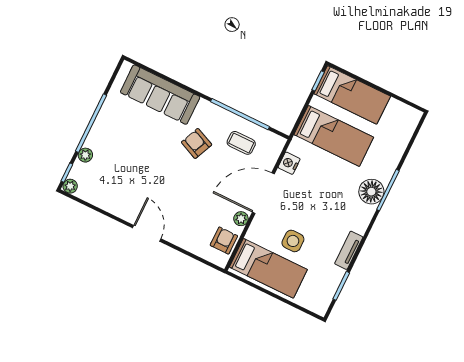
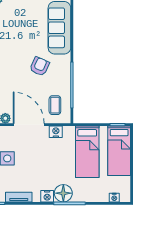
nightstand: (408, 130) -> (114, 198), added
coffee table: (241, 143) -> (55, 105), moved
nightstand: (365, 214) -> (47, 196), added

